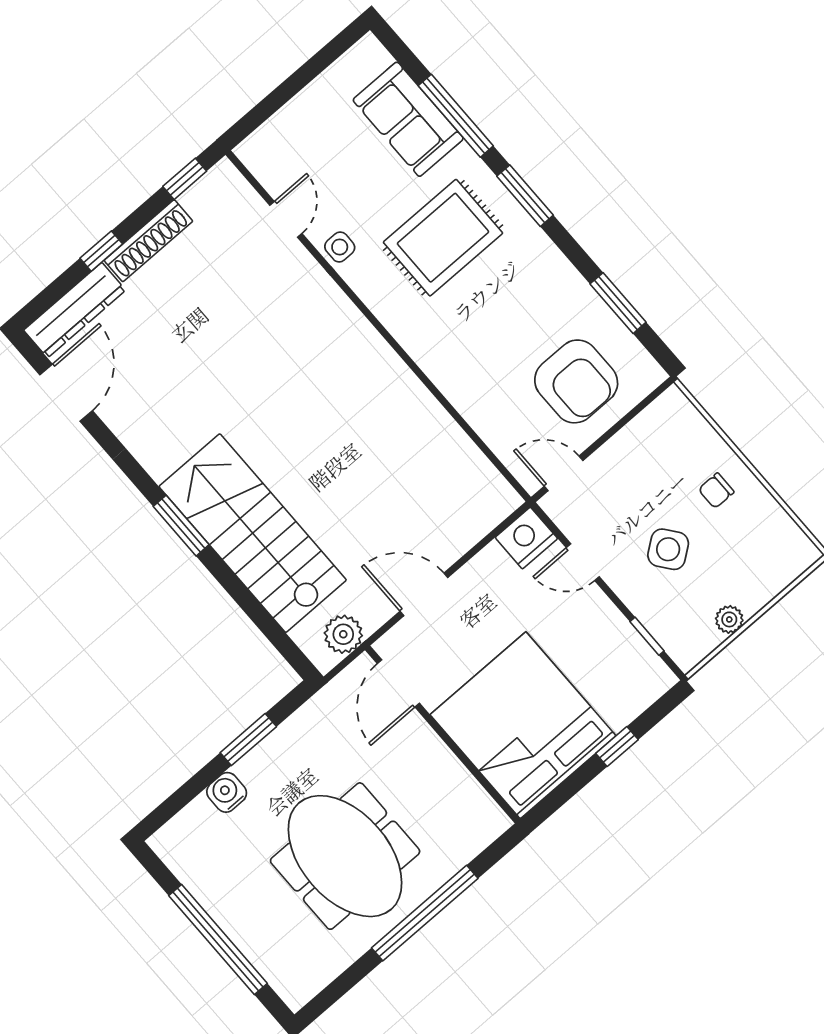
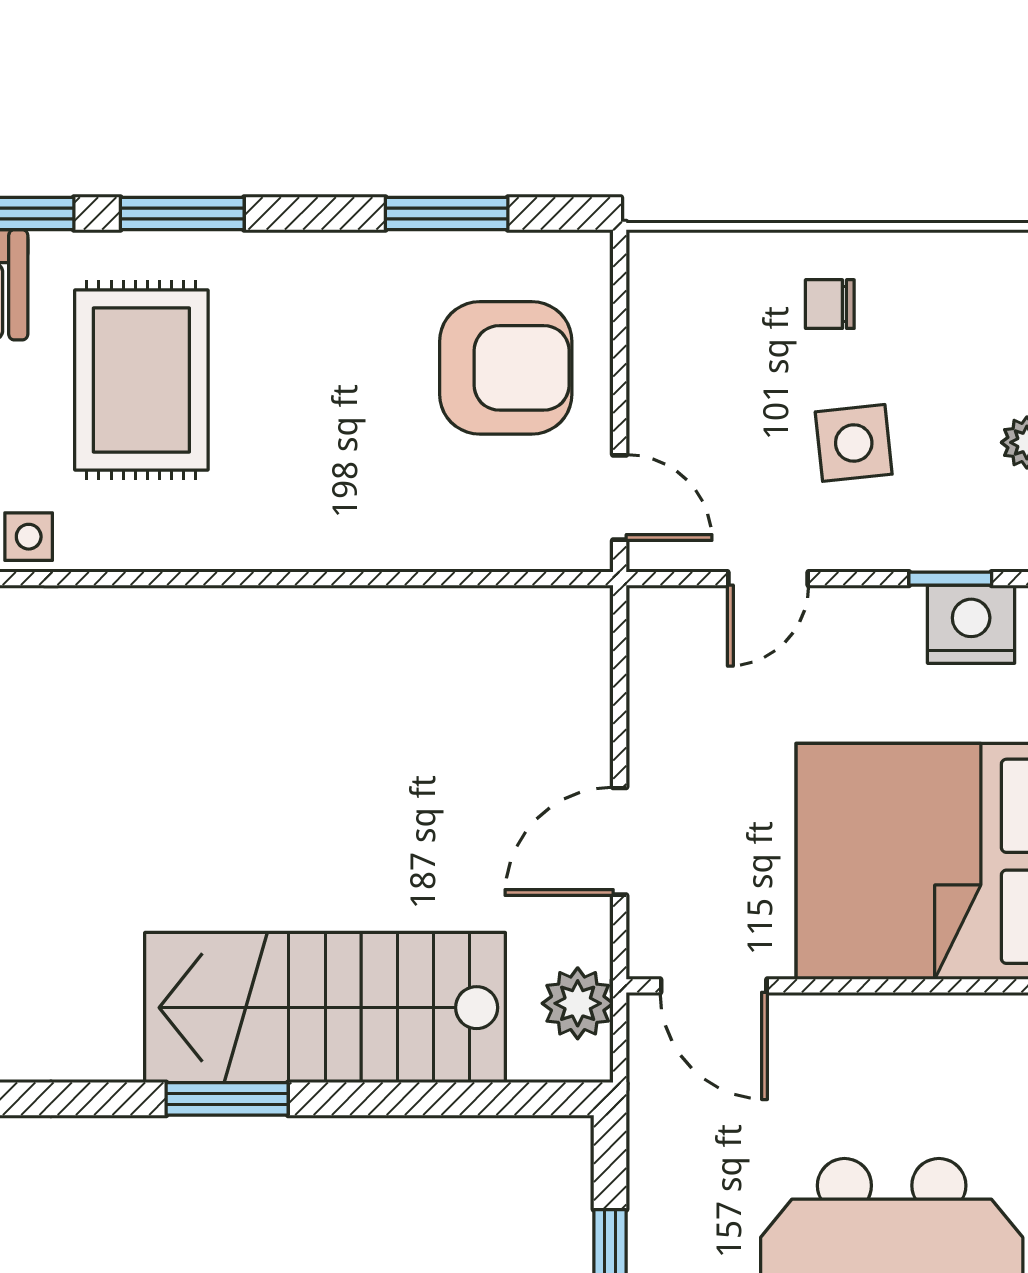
door: (564, 473) -> (620, 498), swing flipped
chair: (716, 491) -> (830, 304), turned 90
nightstand: (526, 538) -> (971, 624), moved, turned 90
side table: (668, 549) -> (854, 443), turned 31

